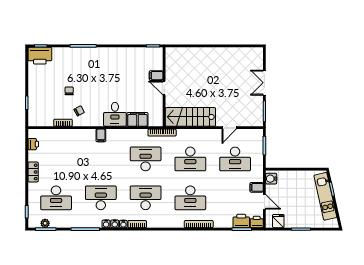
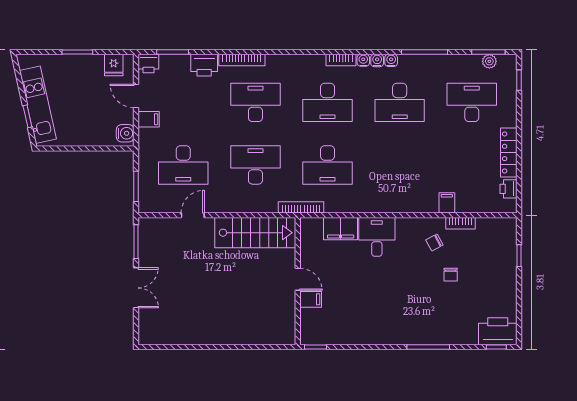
filing cabinet: (101, 135) -> (447, 203), moved
desk: (235, 159) -> (183, 165), turned 180
locker: (33, 172) -> (509, 152), width x1.53
printer: (241, 221) -> (204, 65), moved

